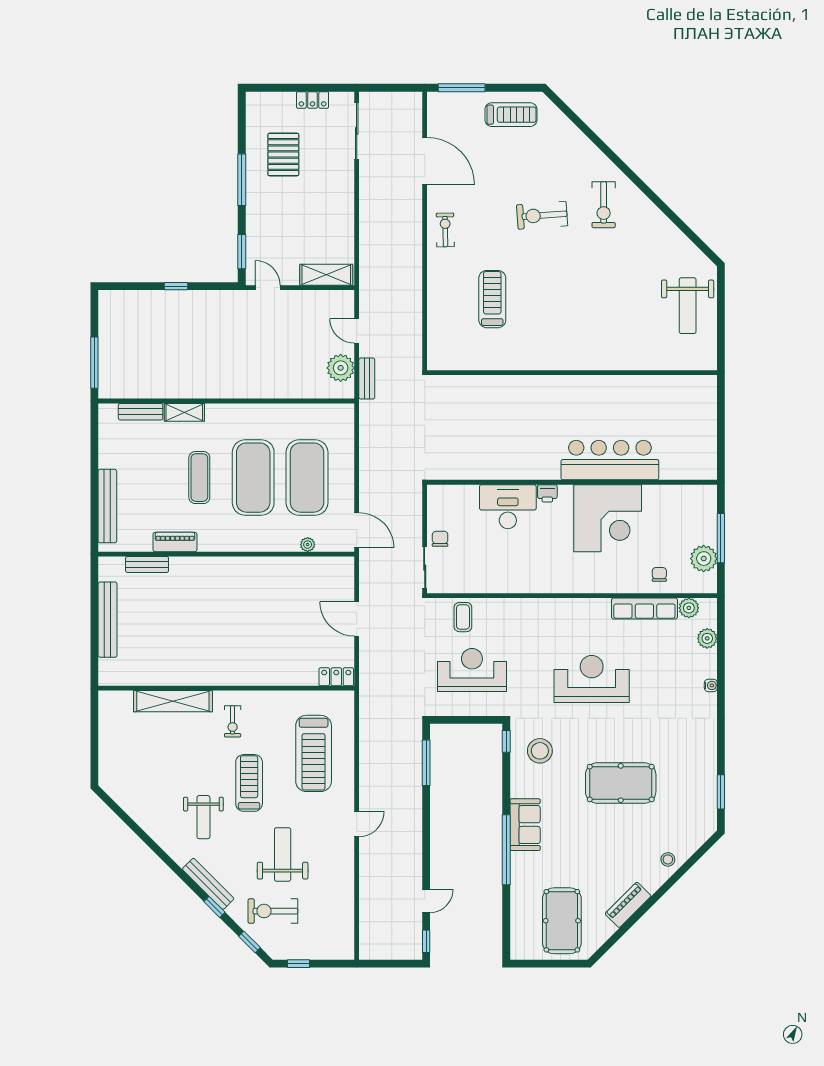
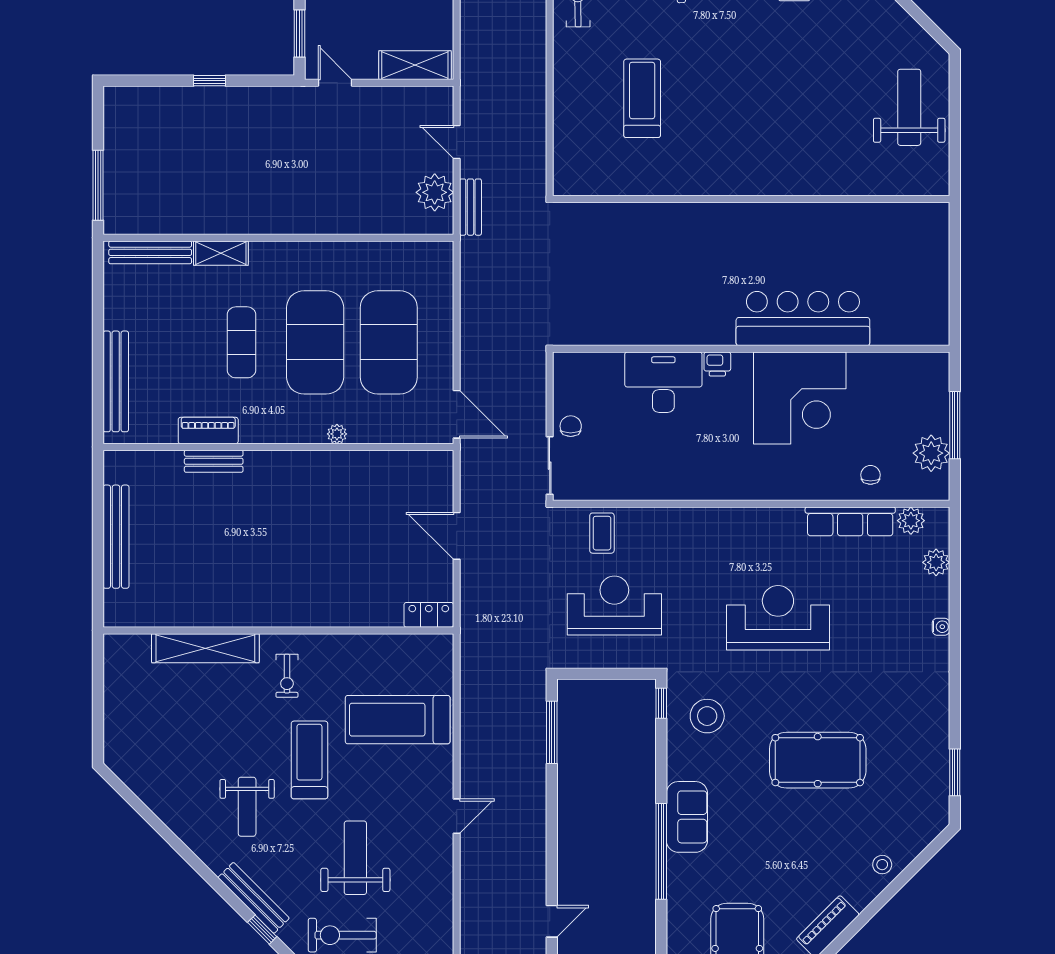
weight bench: (688, 306) -> (909, 107), turned 180
bench: (141, 412) -> (150, 252), width x1.36
plant: (308, 545) -> (337, 434), moved
bench: (147, 564) -> (214, 461), moved
treadmill: (314, 753) -> (398, 720), turned 90

